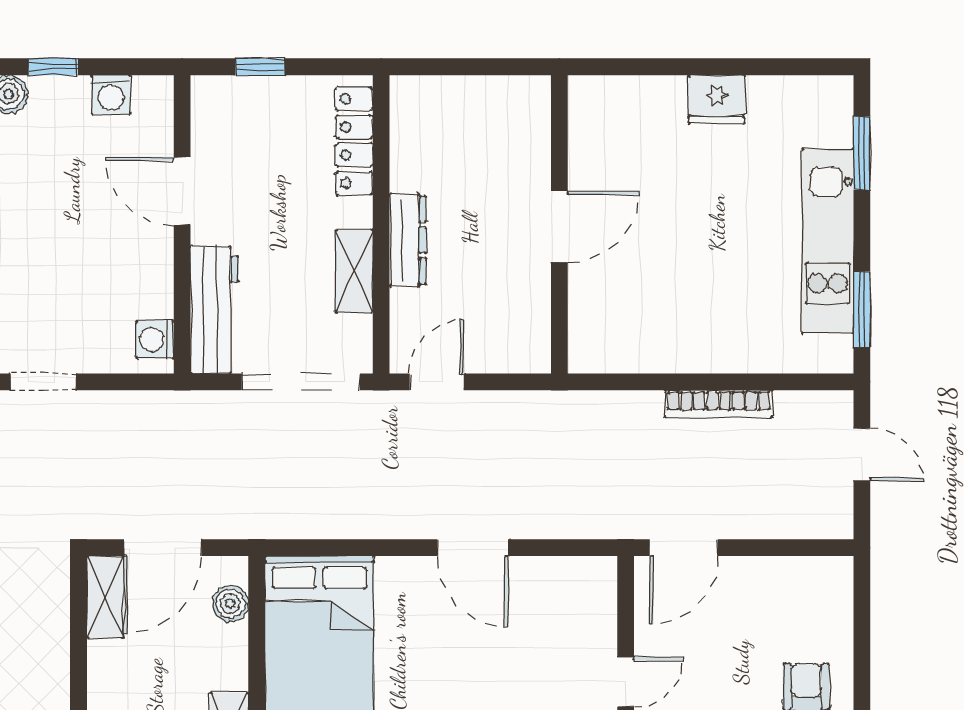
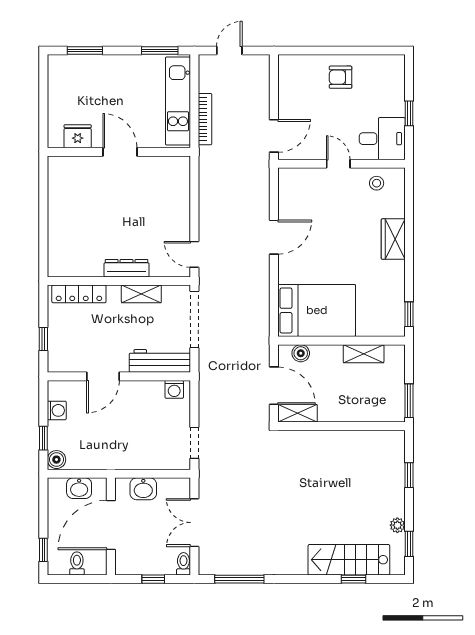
fridge: (717, 99) -> (78, 136), moved, turned -90
wall: (559, 224) -> (119, 152), moved
door: (559, 227) -> (120, 152), moved
kitchen unit: (828, 241) -> (178, 101), moved, turned 90
door: (684, 548) -> (274, 136), hinge flipped

